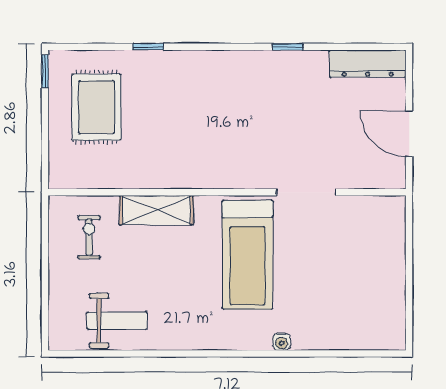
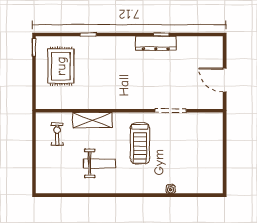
dresser: (368, 63) -> (156, 43), moved
treadmill: (247, 255) -> (140, 143), width x0.73, depth x0.73
weight bench: (117, 321) -> (99, 163), moved
water cooler: (282, 342) -> (171, 189), moved

